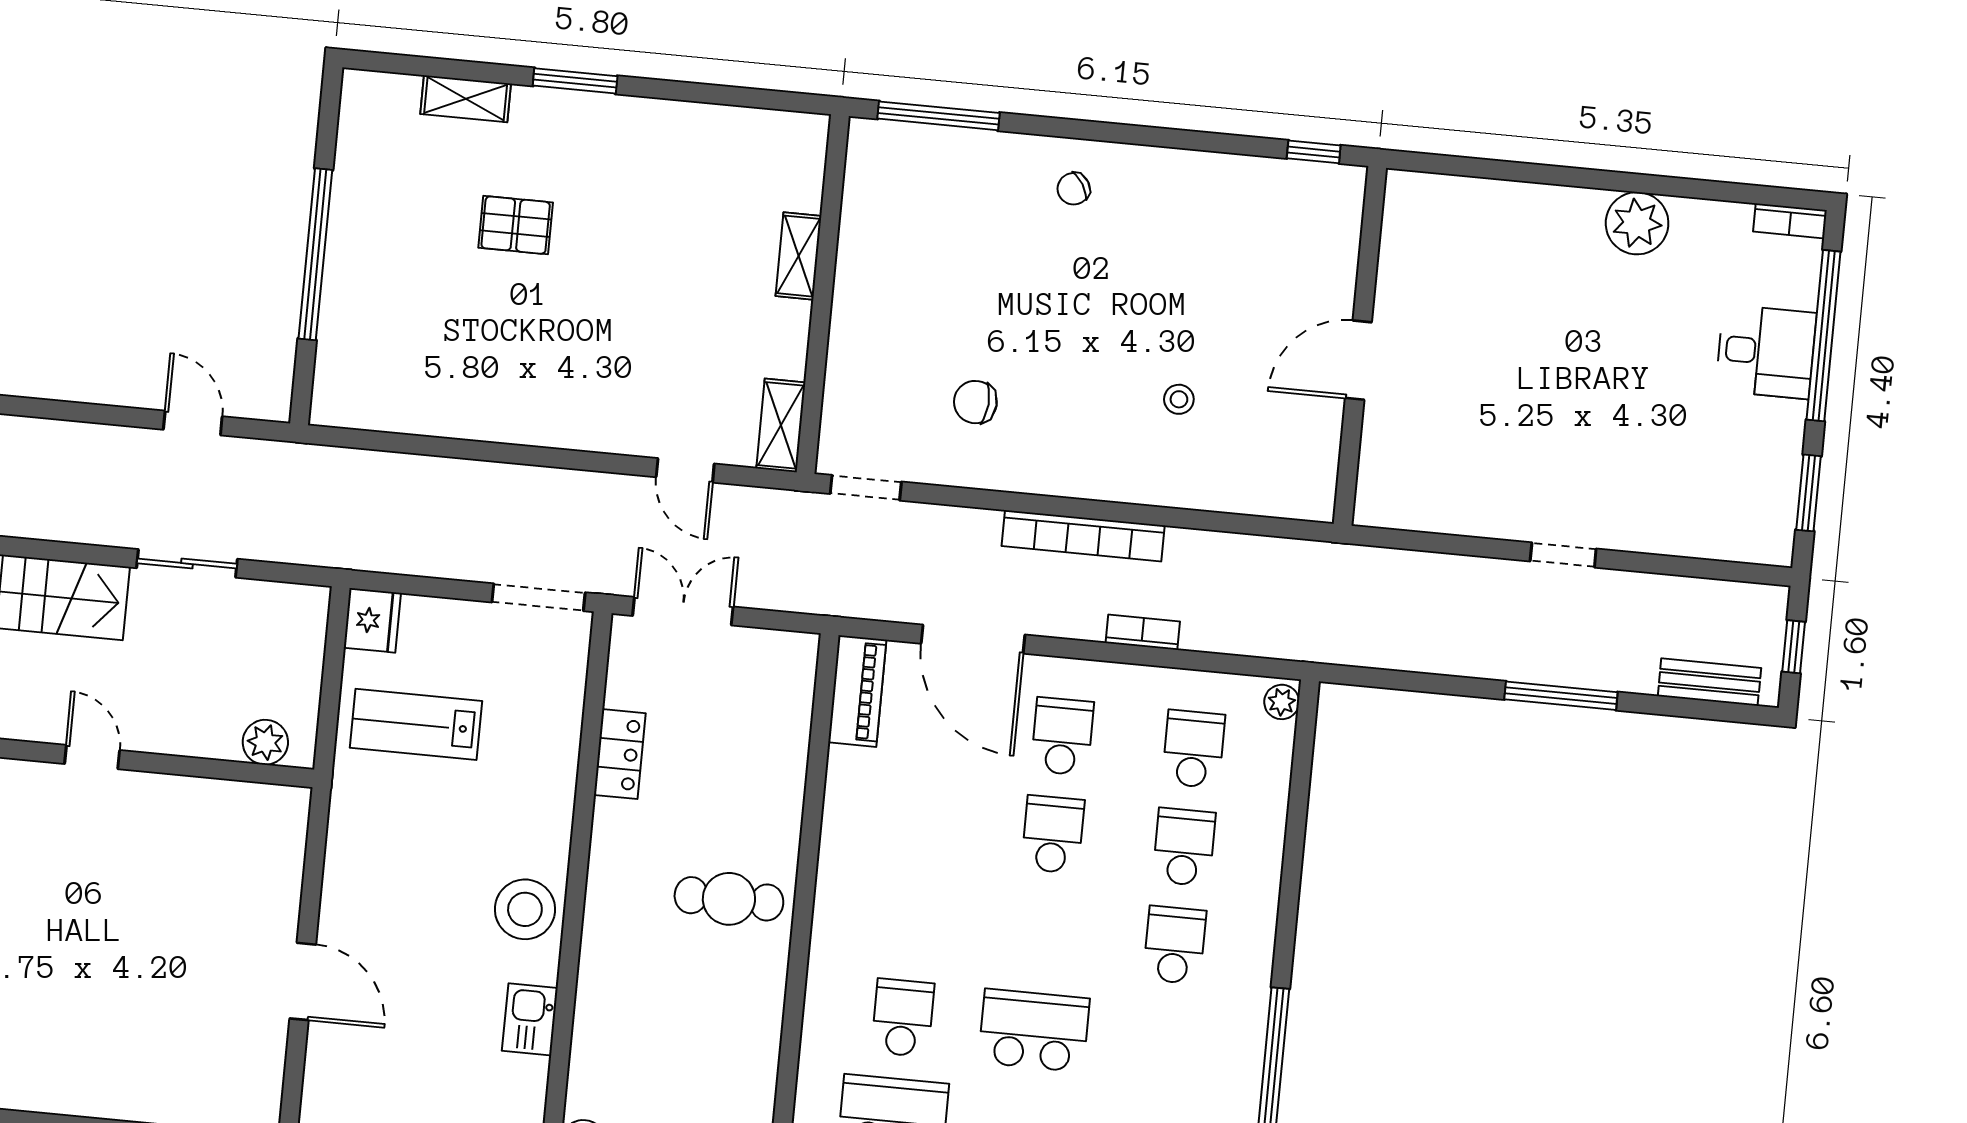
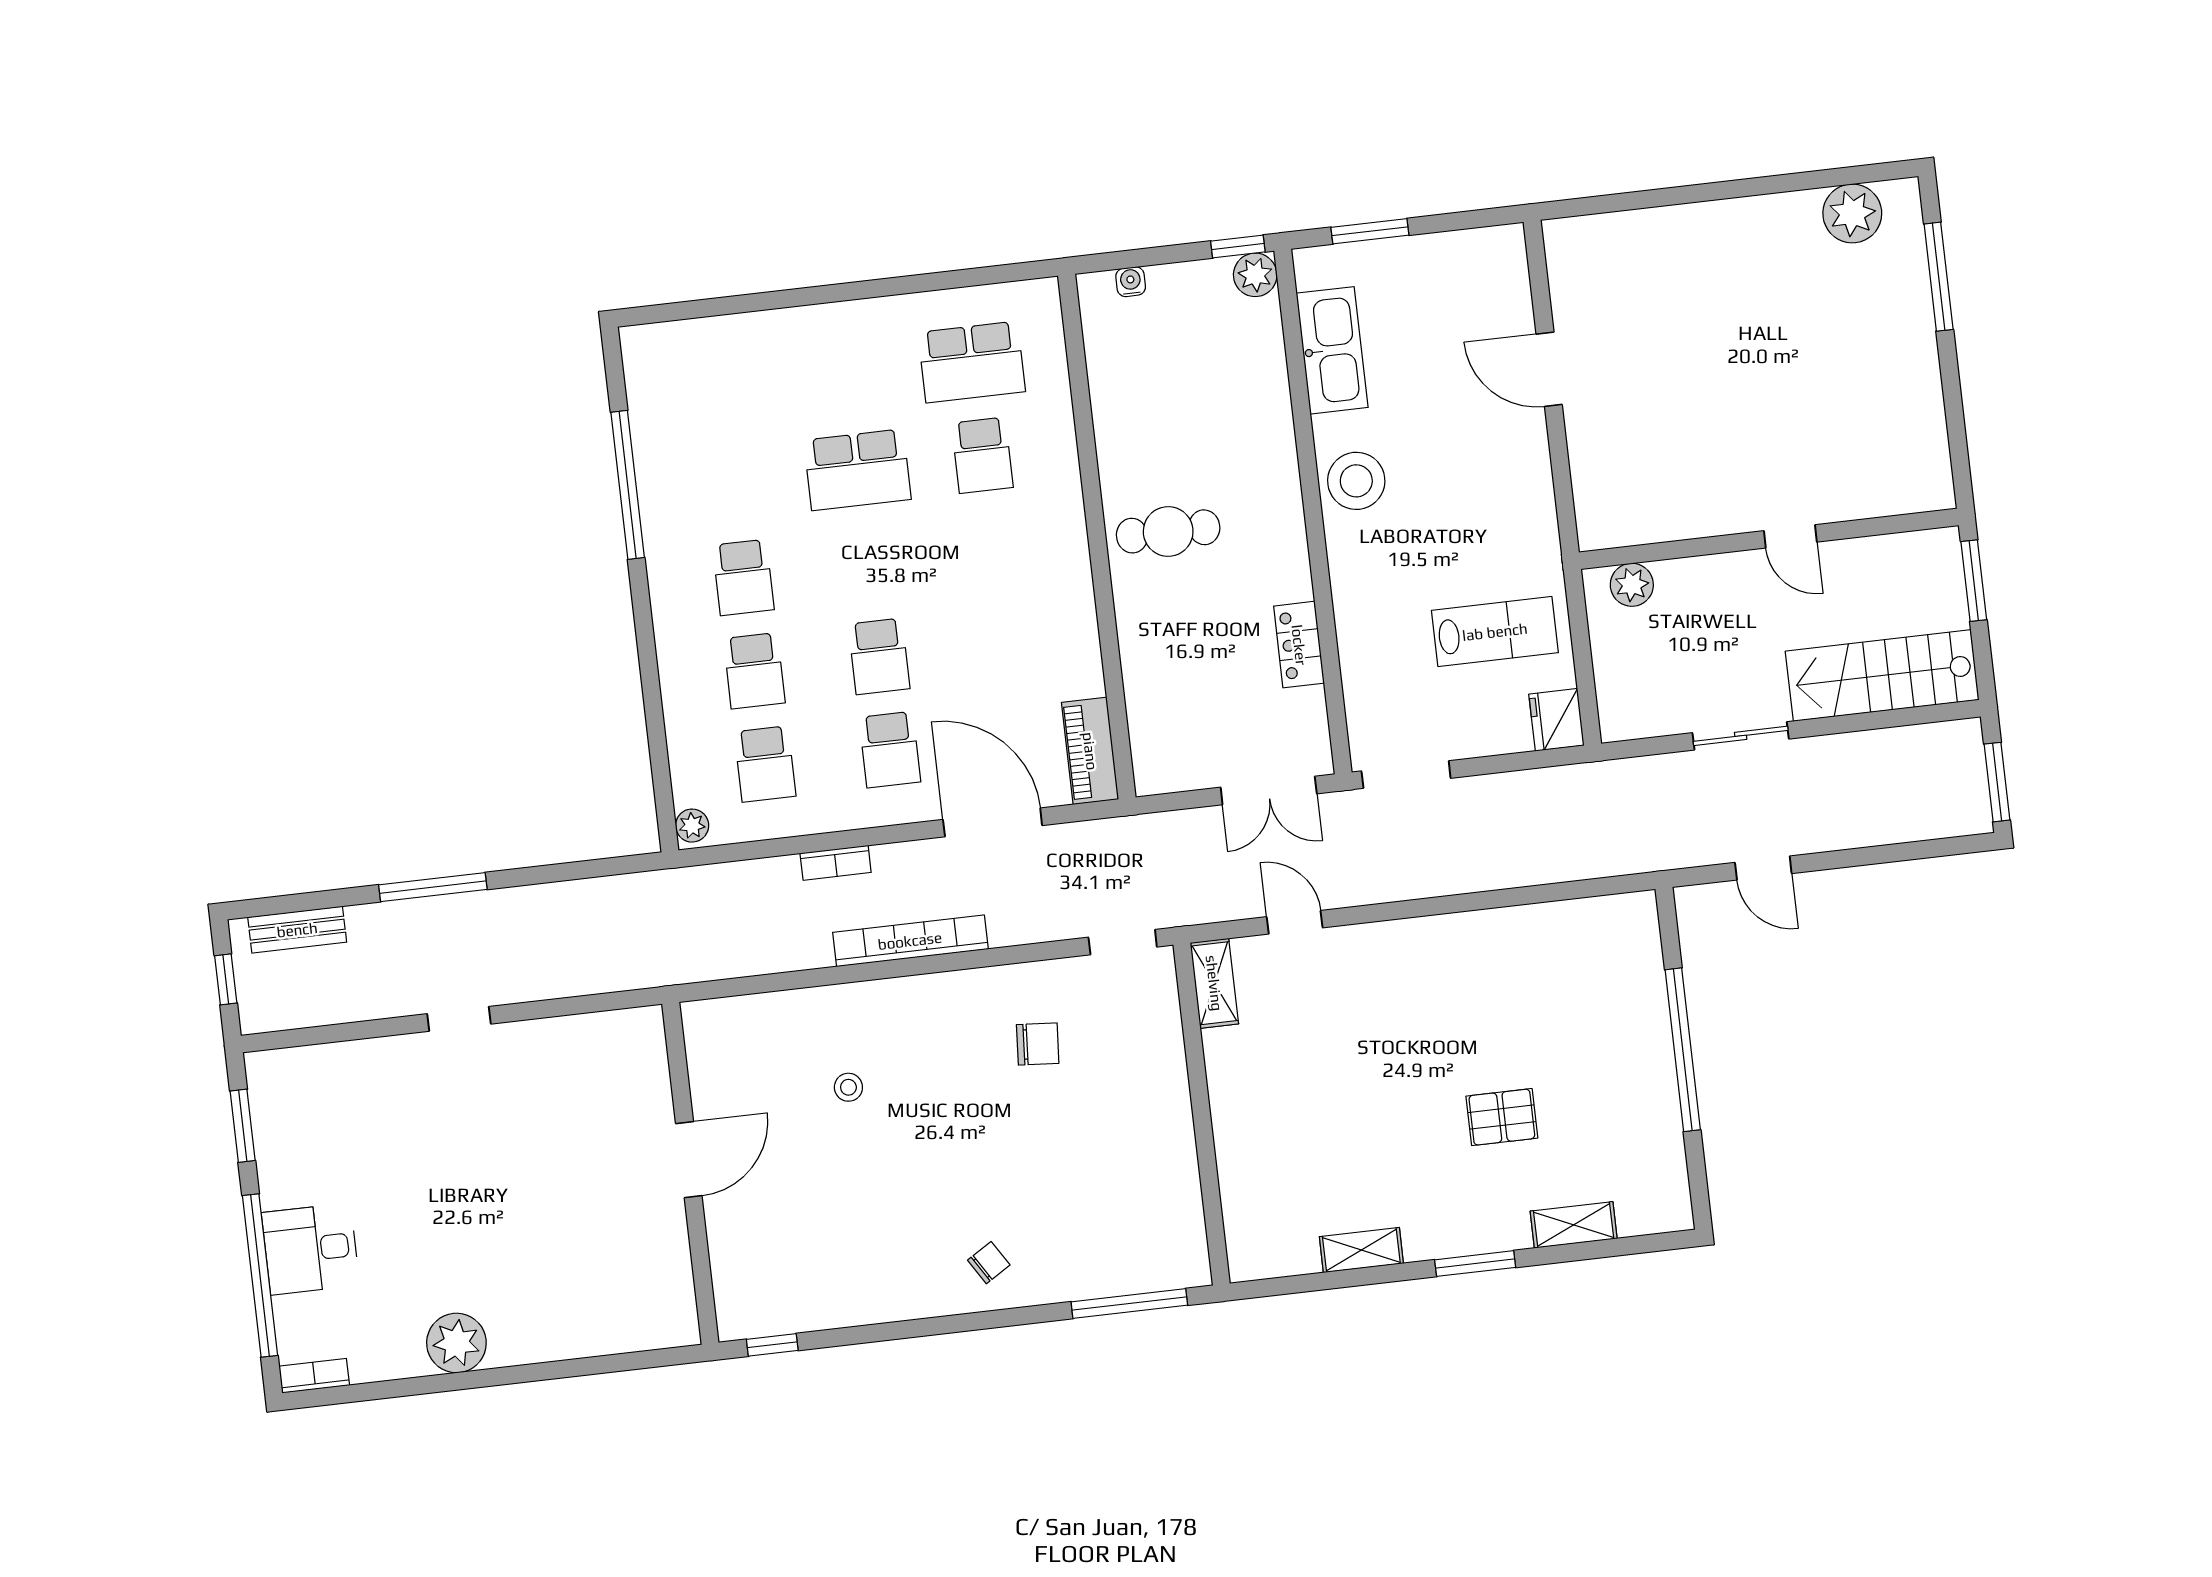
shelving: (799, 256) -> (1361, 1250), moved, turned 90
kitchen sink: (530, 1019) -> (1332, 350), width x1.88, depth x1.24

